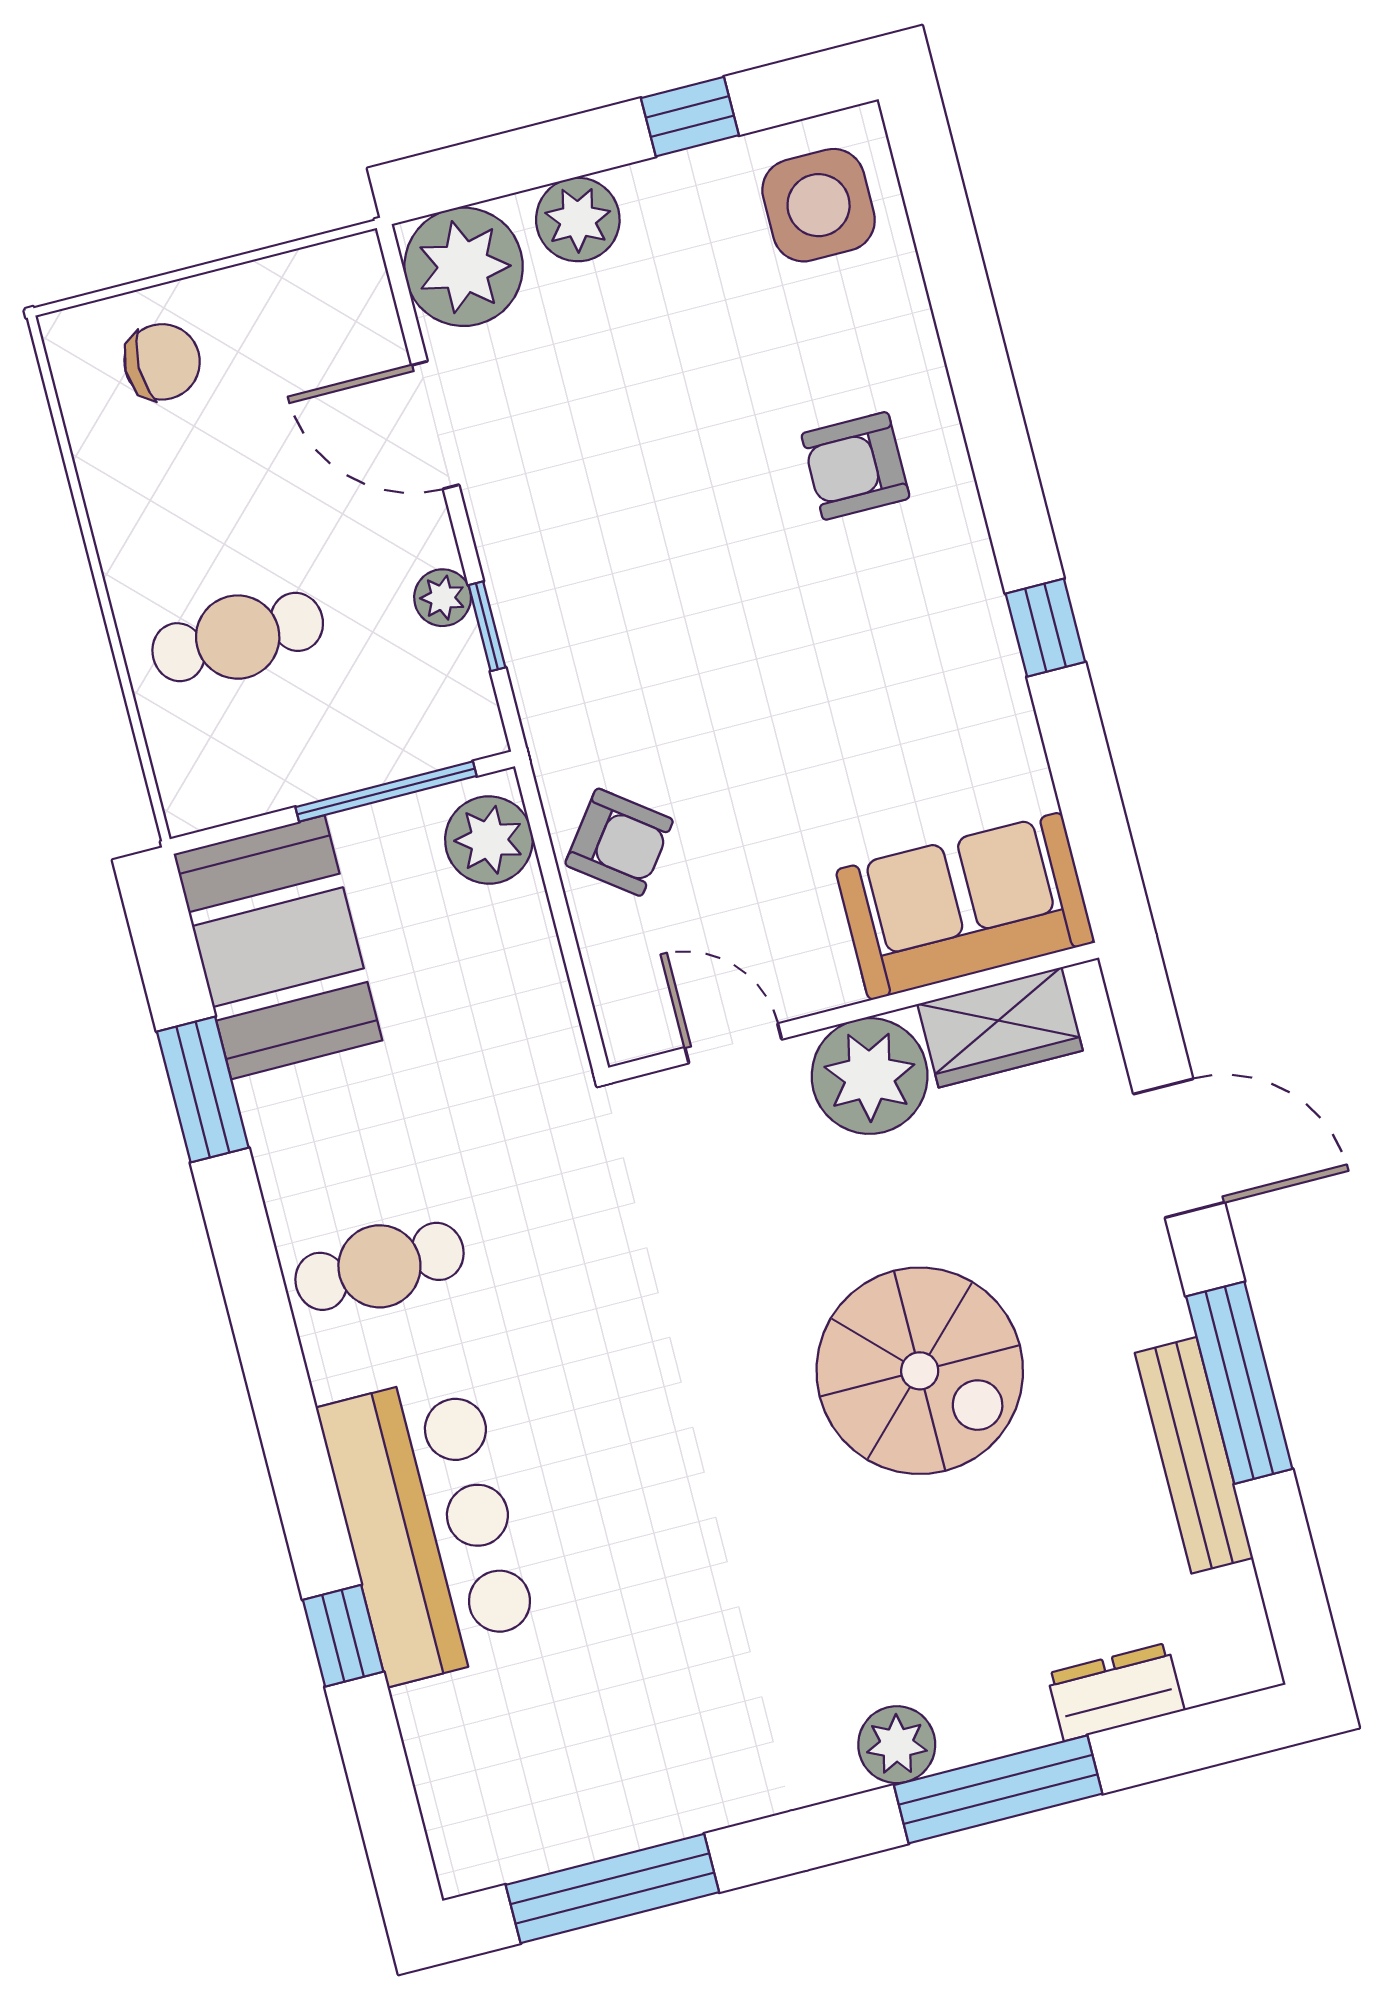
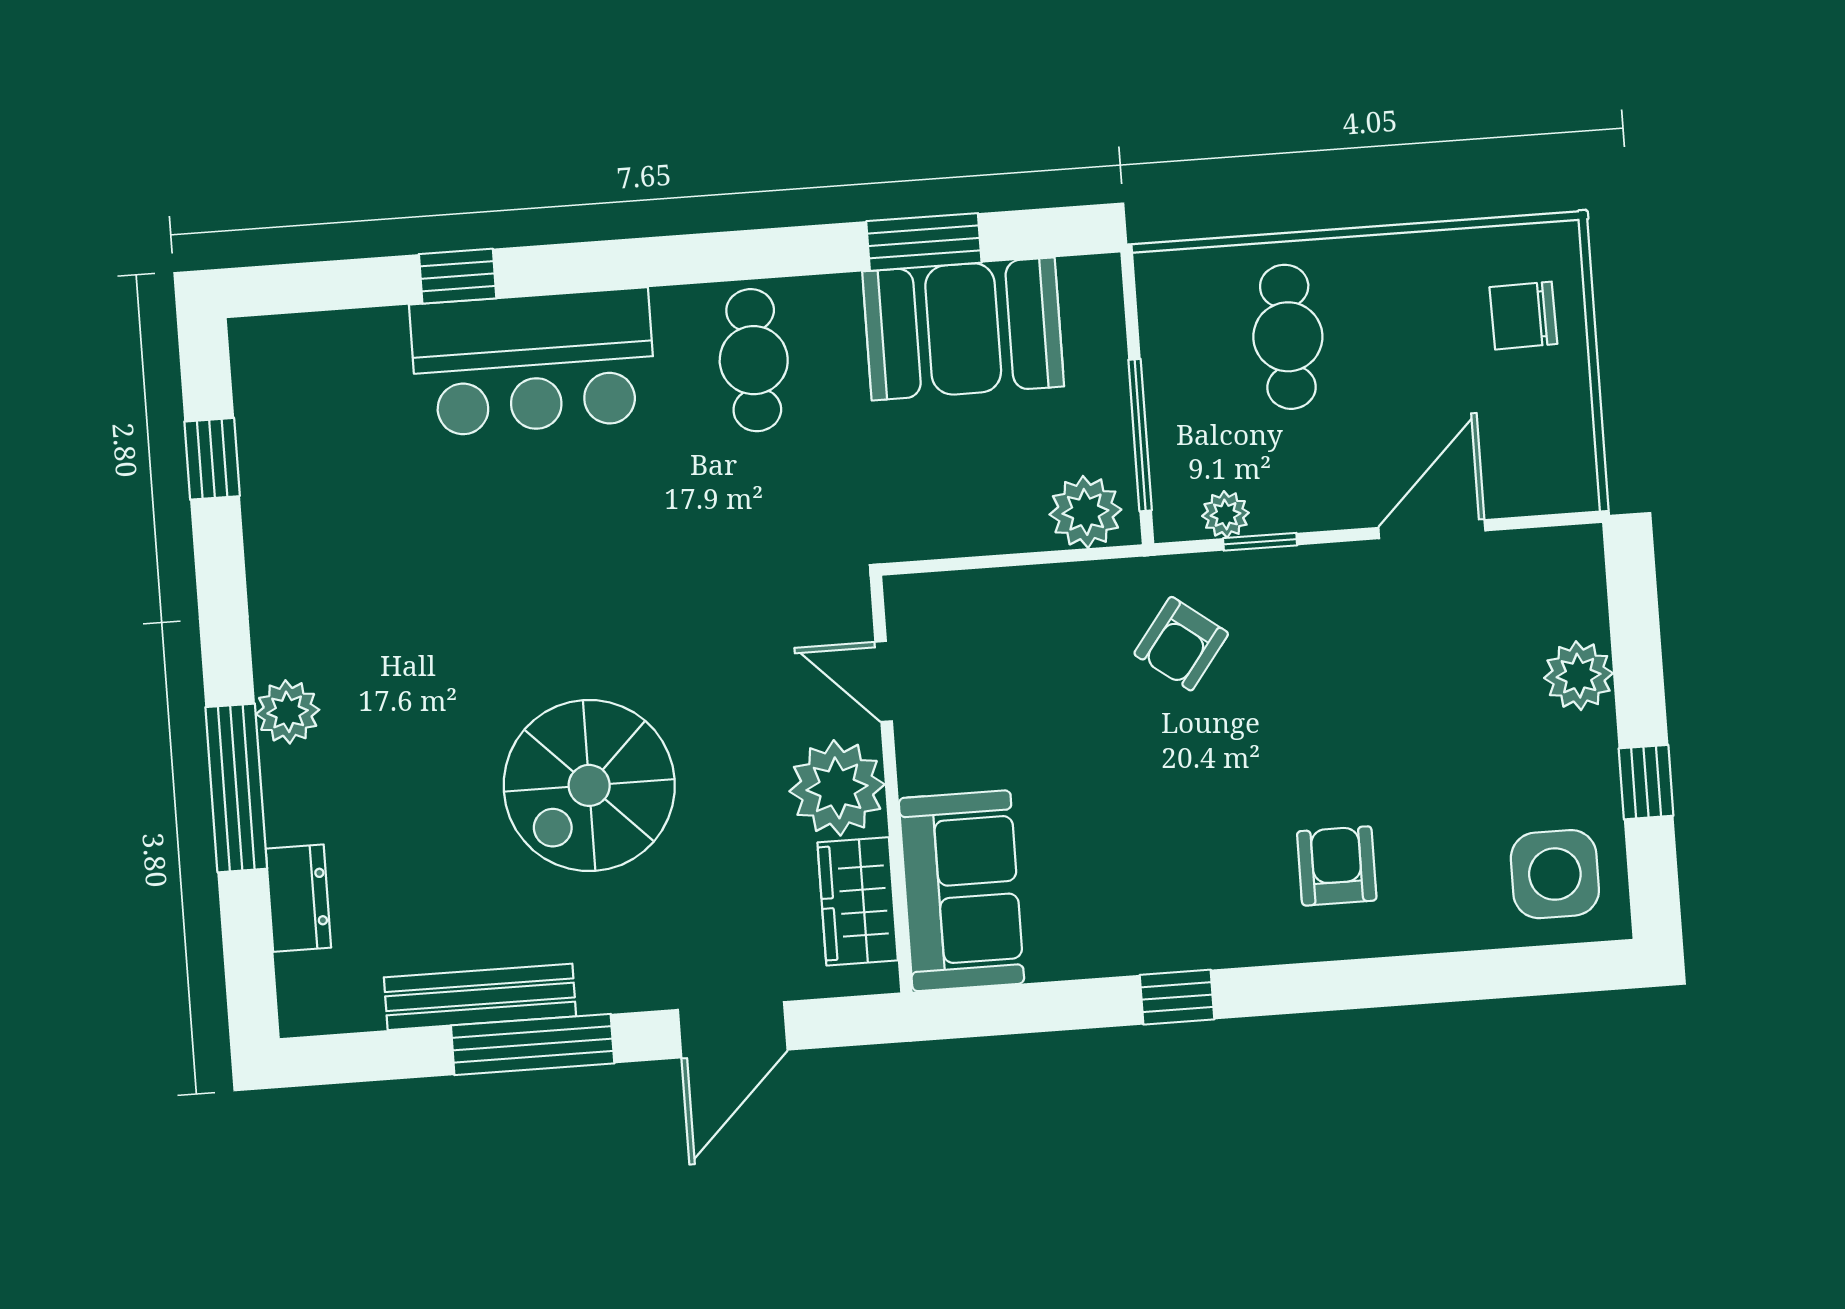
plant: (464, 267) -> (1557, 575), removed
chair: (162, 362) -> (1523, 316), turned 89
plant: (443, 598) -> (1225, 514), moved
armchair: (619, 842) -> (1181, 644), moved
booth: (278, 947) -> (963, 329), moved
door: (733, 1043) -> (884, 681), swing flipped
window: (612, 1888) -> (212, 459), width x0.46

